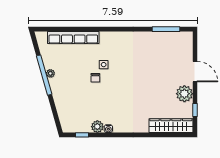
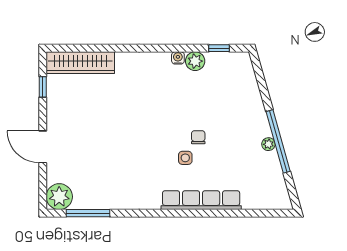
row of seats: (73, 37) -> (201, 200), moved
plant: (184, 94) -> (59, 197), moved

